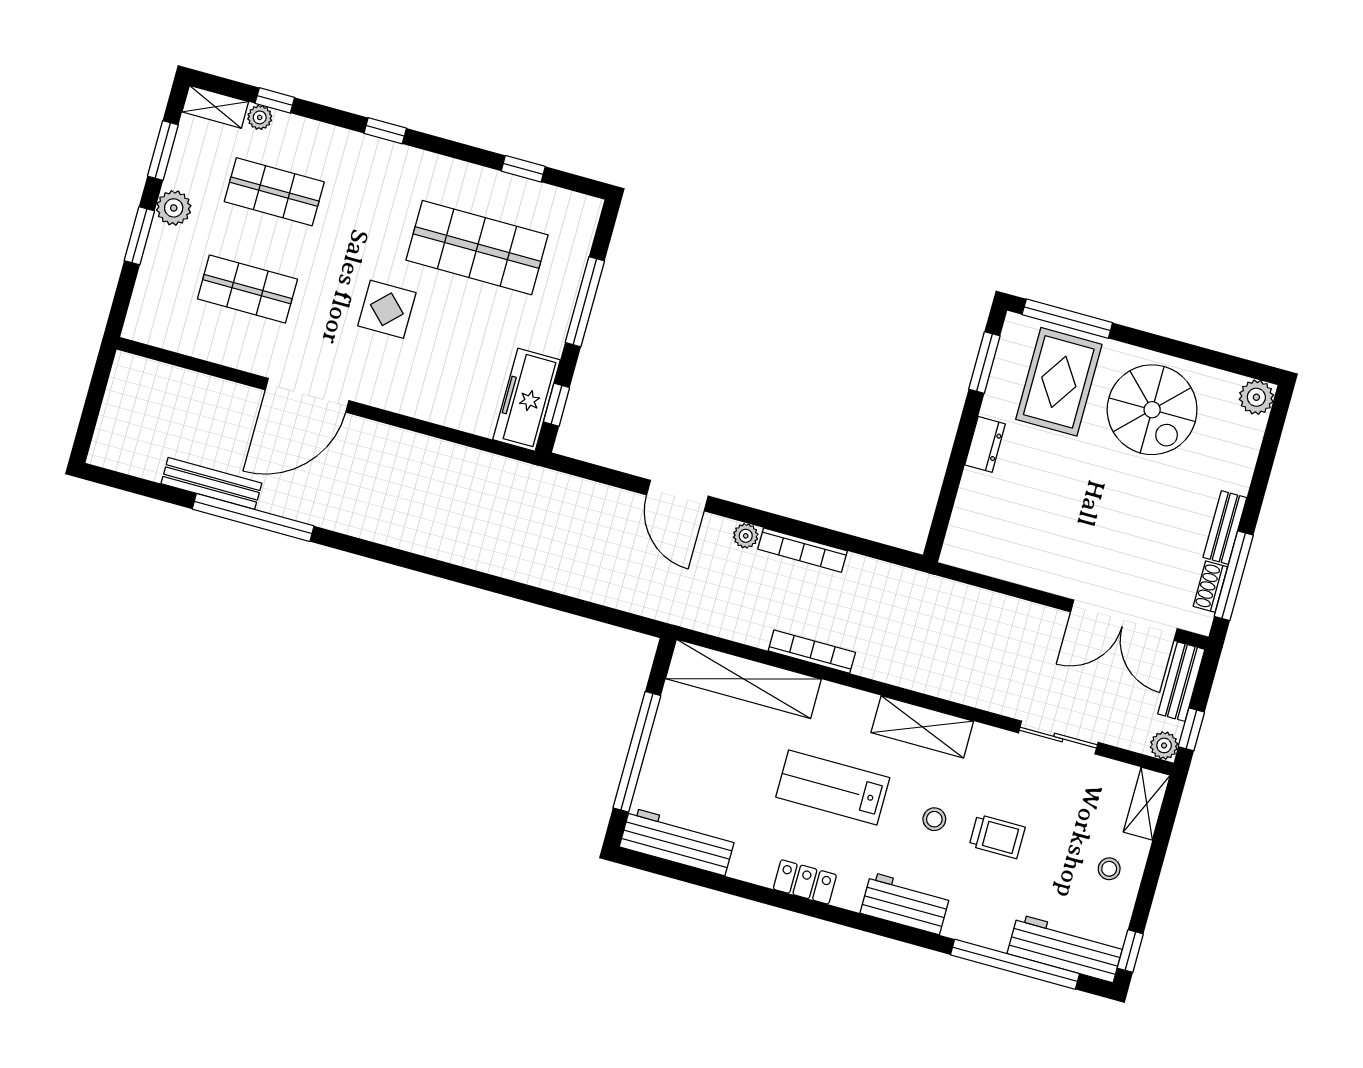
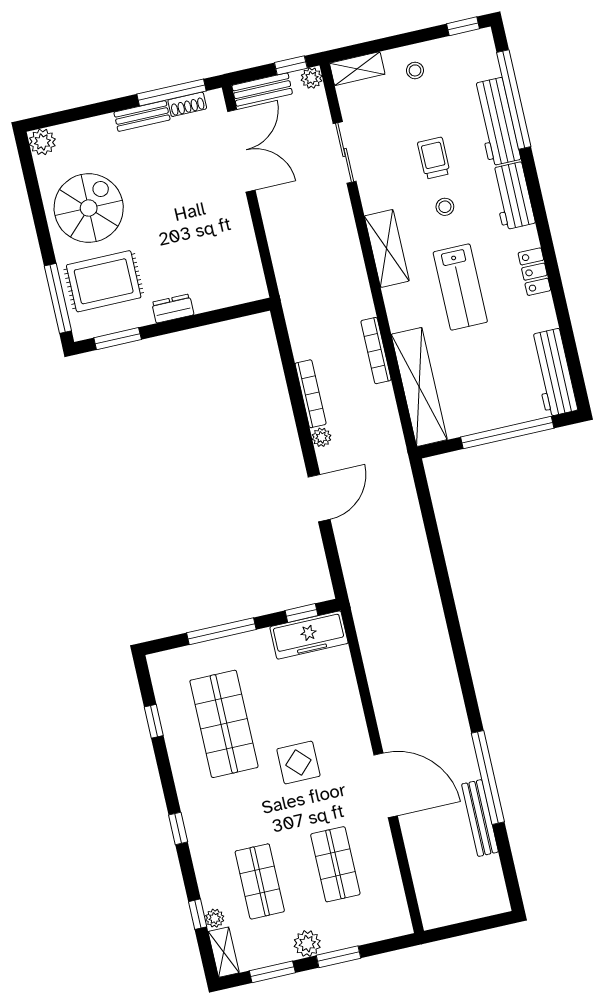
workbench: (1066, 948) -> (496, 122), moved

